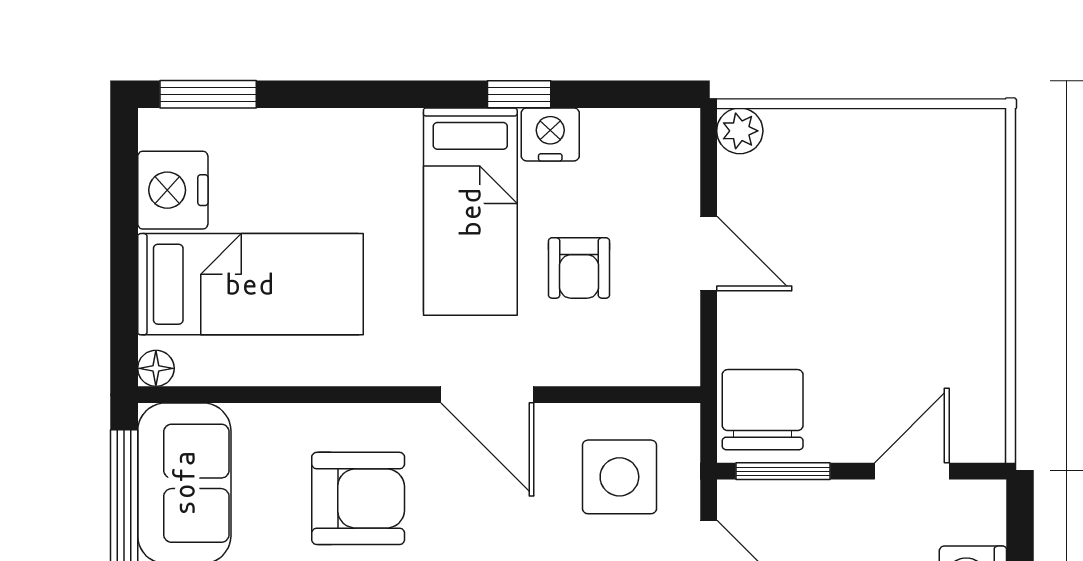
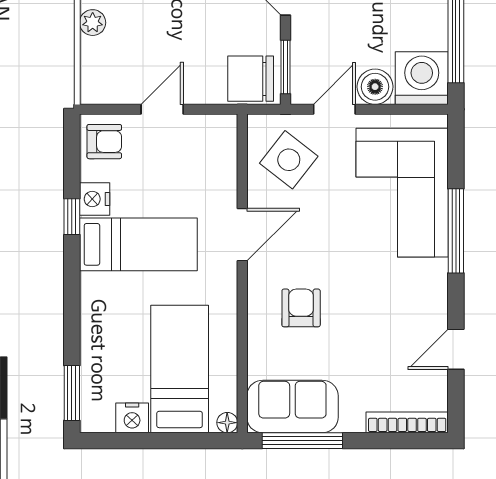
plant: (740, 131) -> (93, 23), moved
nightstand: (173, 190) -> (132, 418), width x0.74, depth x0.75
armchair: (579, 268) -> (104, 142), moved
side table: (619, 477) -> (289, 160), turned 38
armchair: (358, 498) -> (301, 308), width x0.72, depth x0.72

